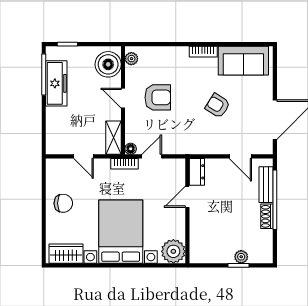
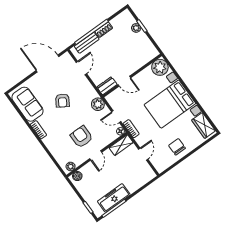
boiler: (108, 64) -> (77, 176), width x0.54, depth x0.54
plant: (183, 145) -> (98, 104), added

